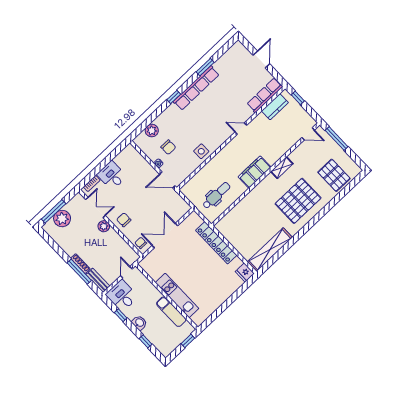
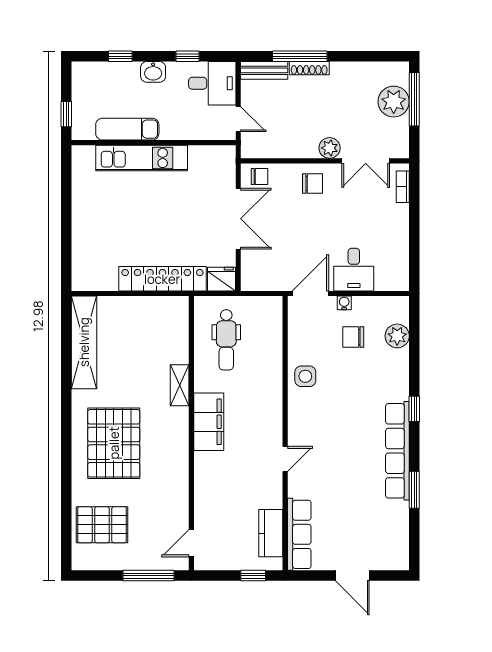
shelving: (282, 168) -> (180, 385), moved
desk: (112, 175) -> (354, 270), moved, turned 90
fridge: (245, 273) -> (222, 279), moved

